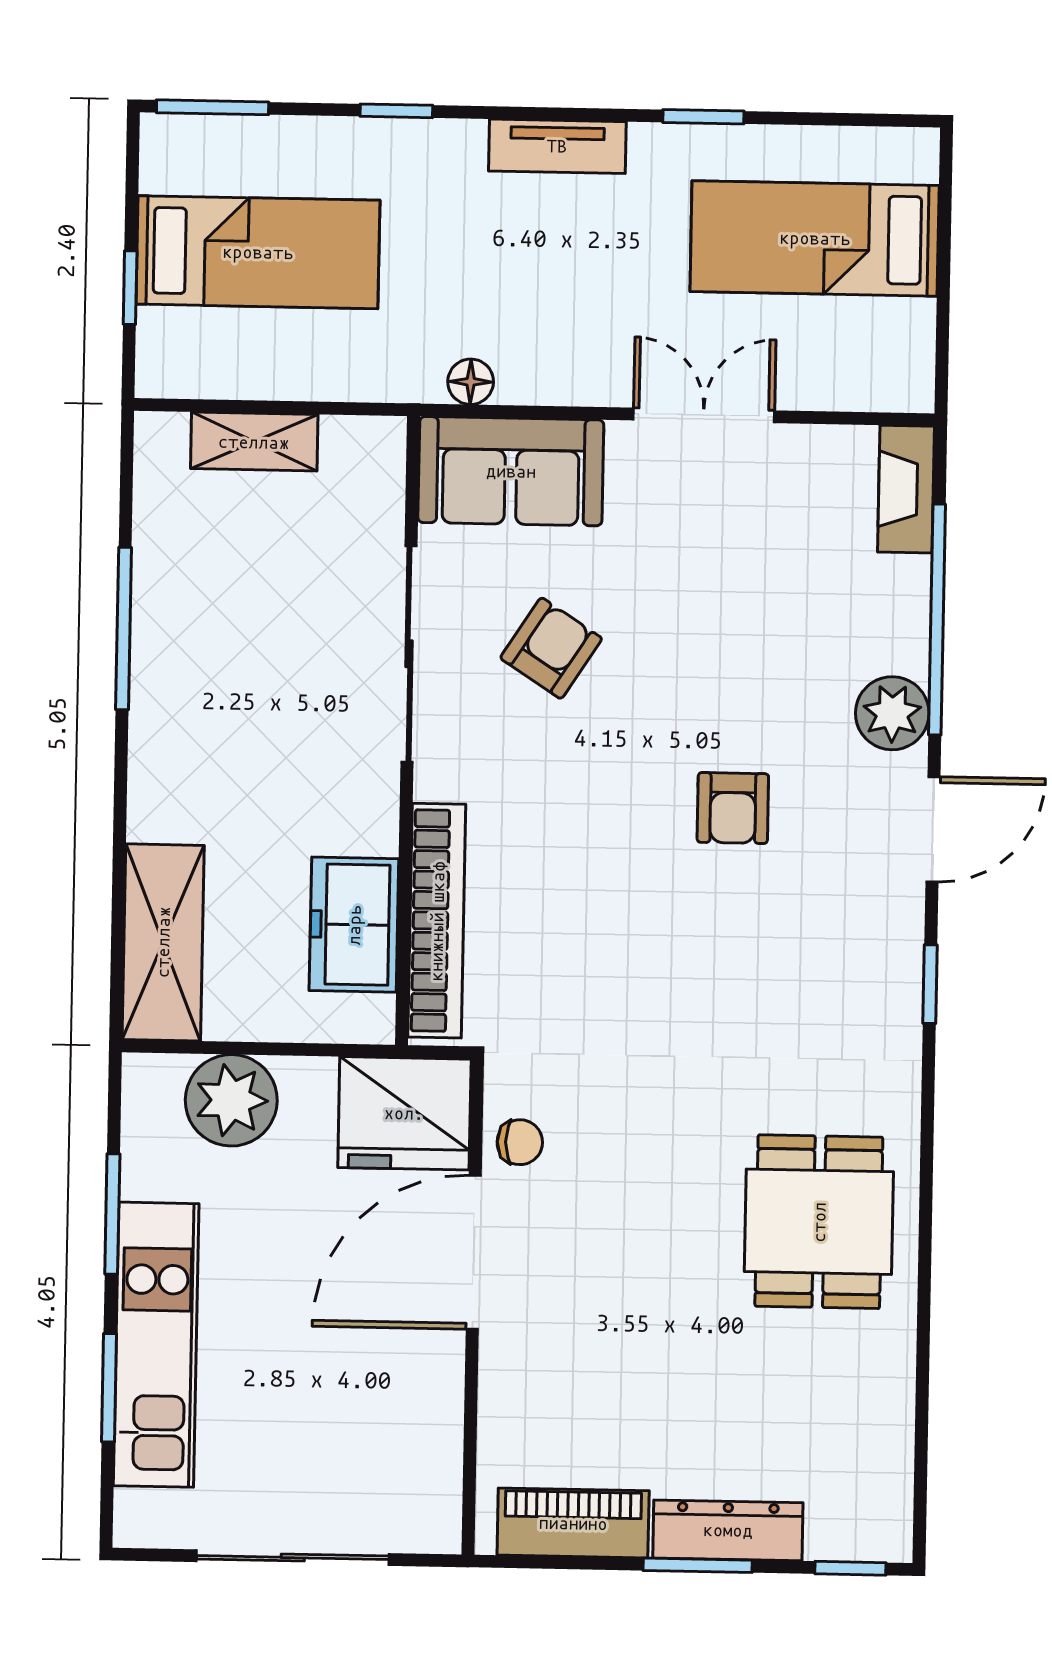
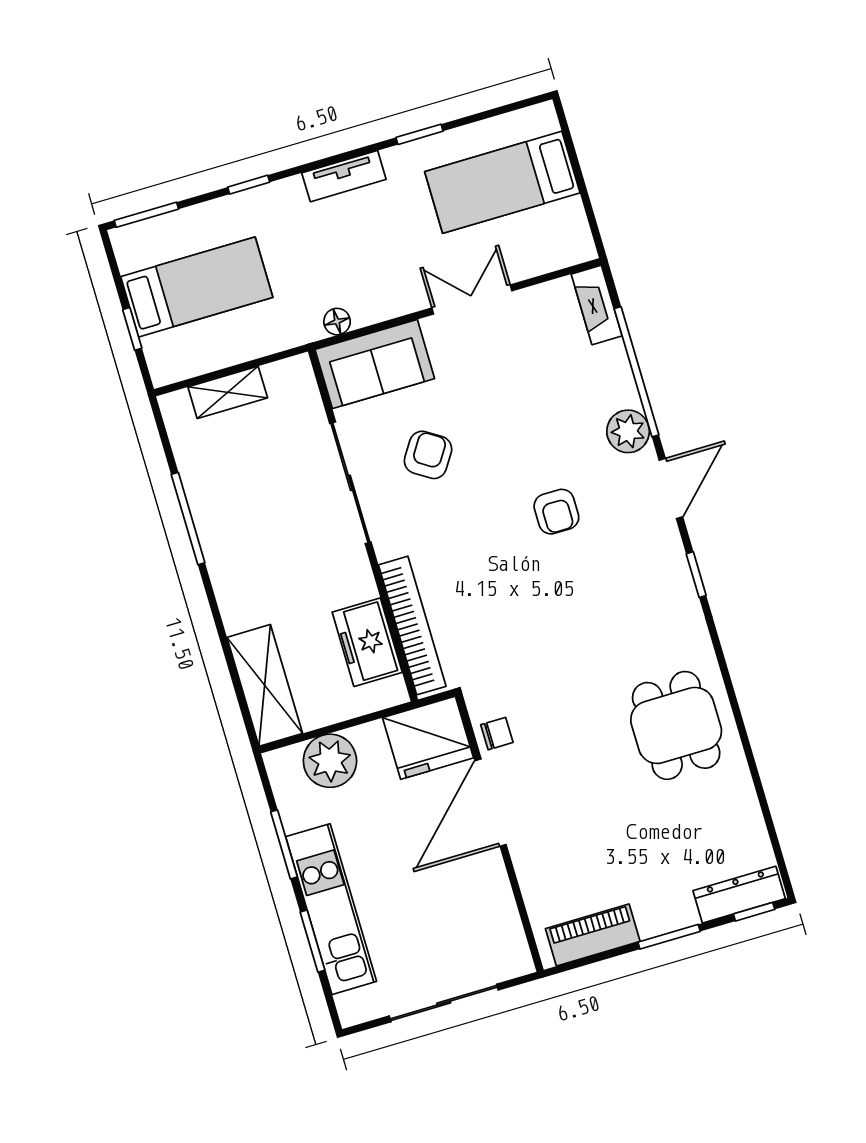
dresser: (728, 1530) -> (739, 895), moved

